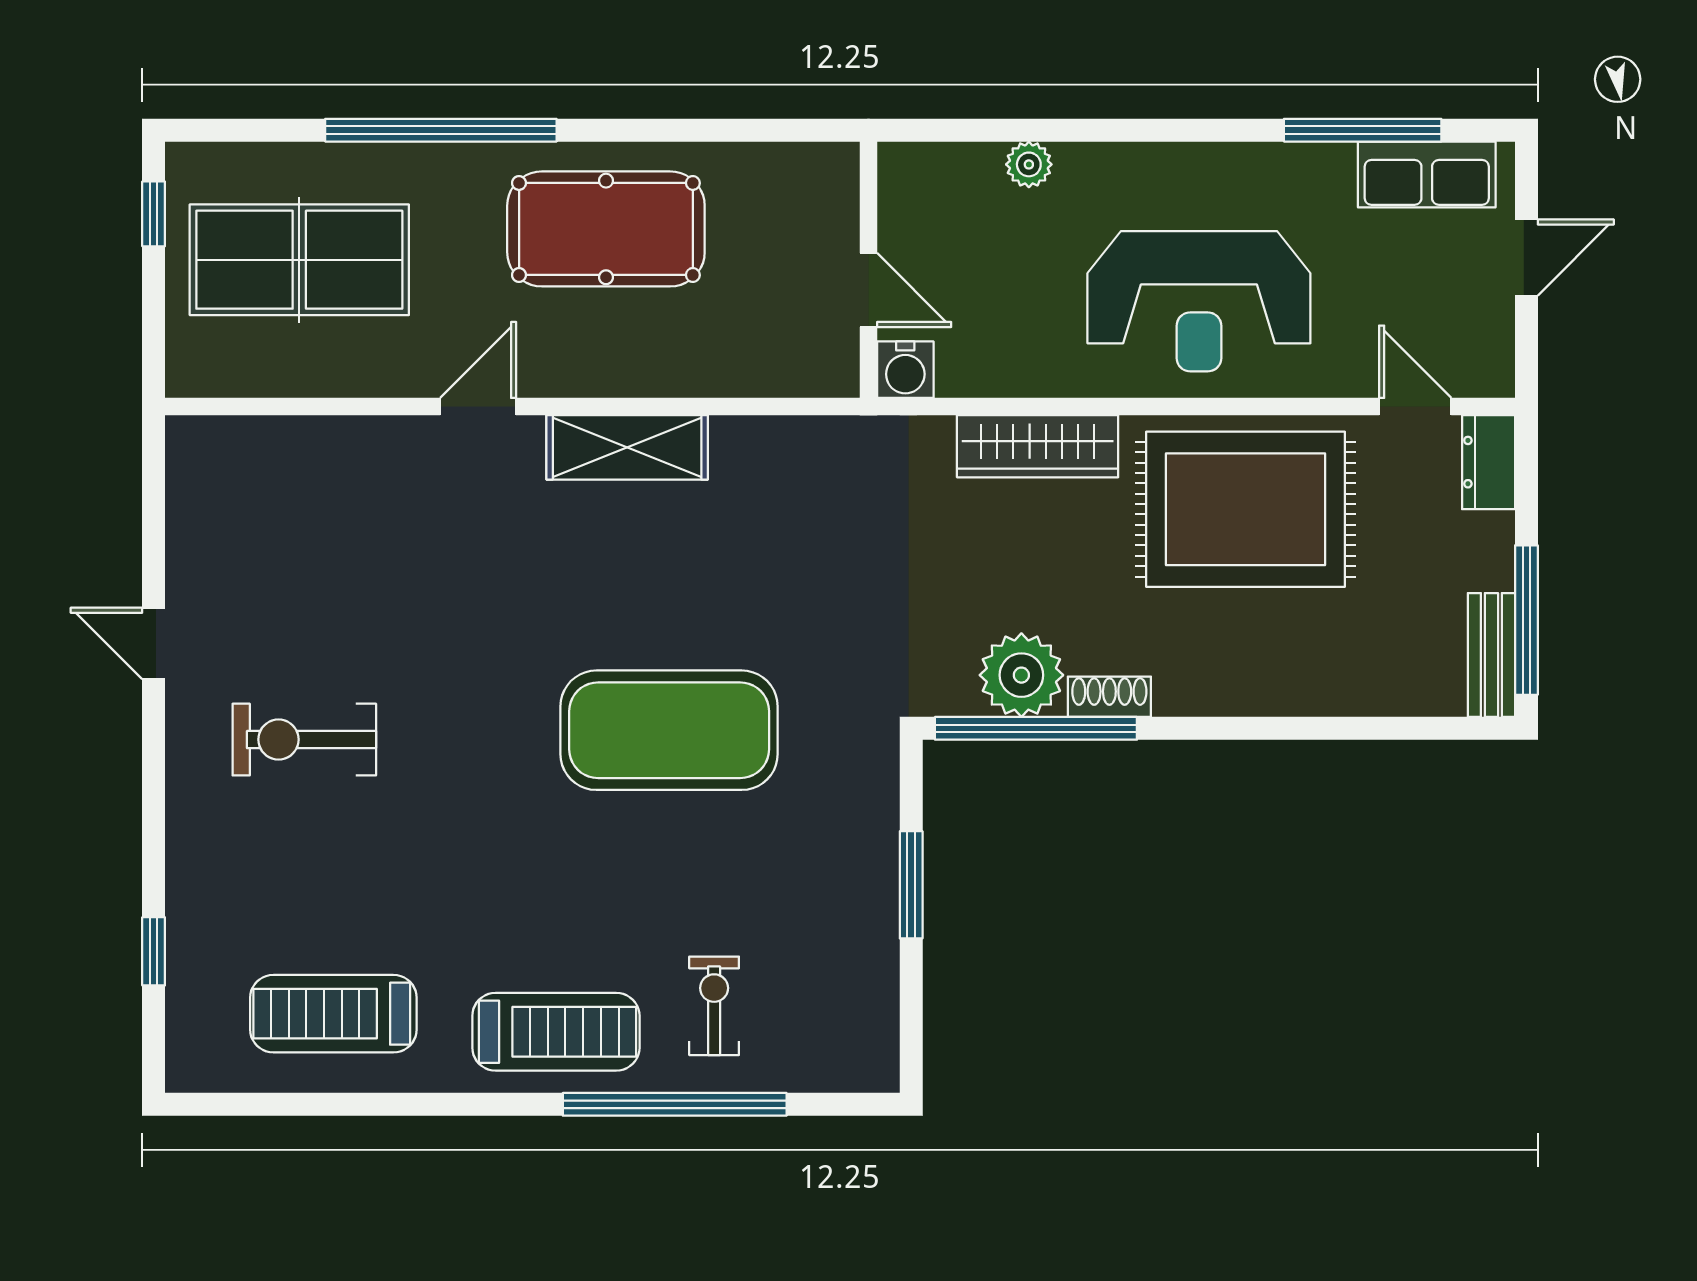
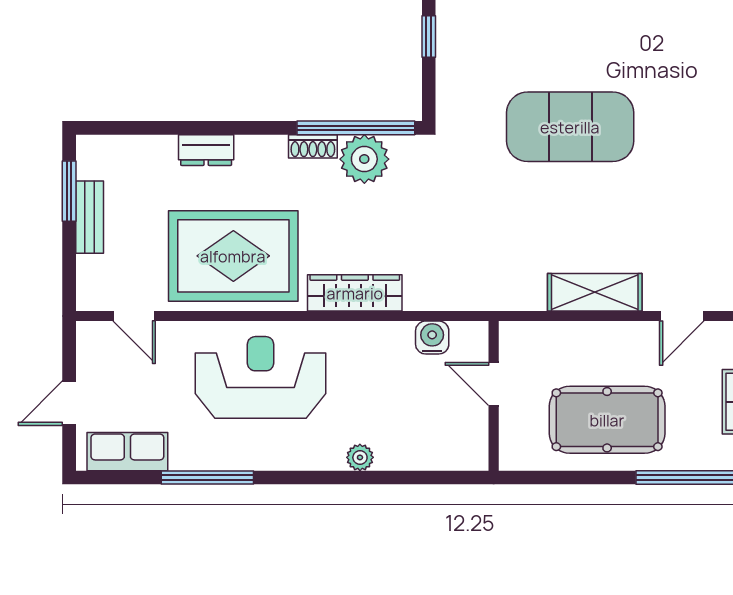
window: (1363, 130) -> (207, 477), moved
wall: (868, 270) -> (494, 396), moved
door: (868, 290) -> (494, 384), moved
dresser: (1489, 462) -> (206, 150), moved, turned 90
window: (1526, 620) -> (69, 191), width x0.69
bench: (1491, 655) -> (90, 217), moved
window: (911, 885) -> (429, 36), width x0.67

